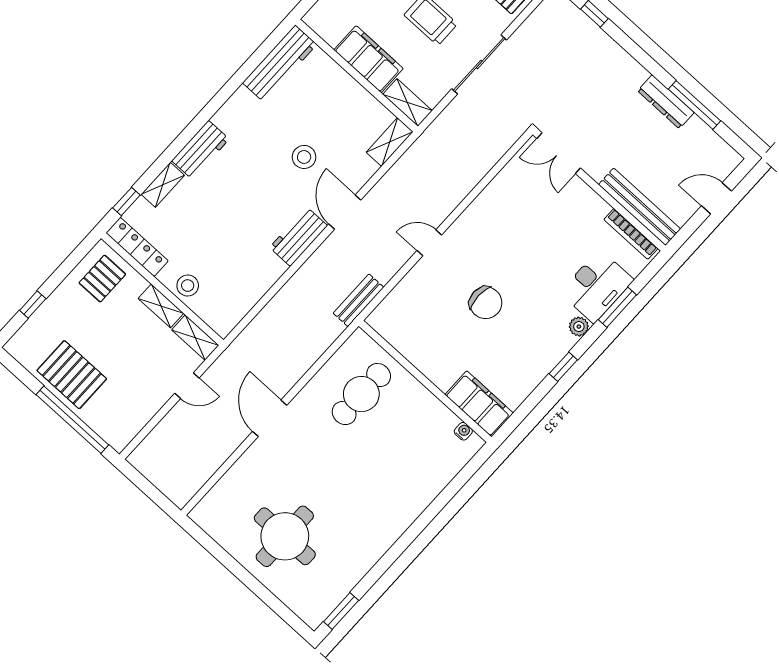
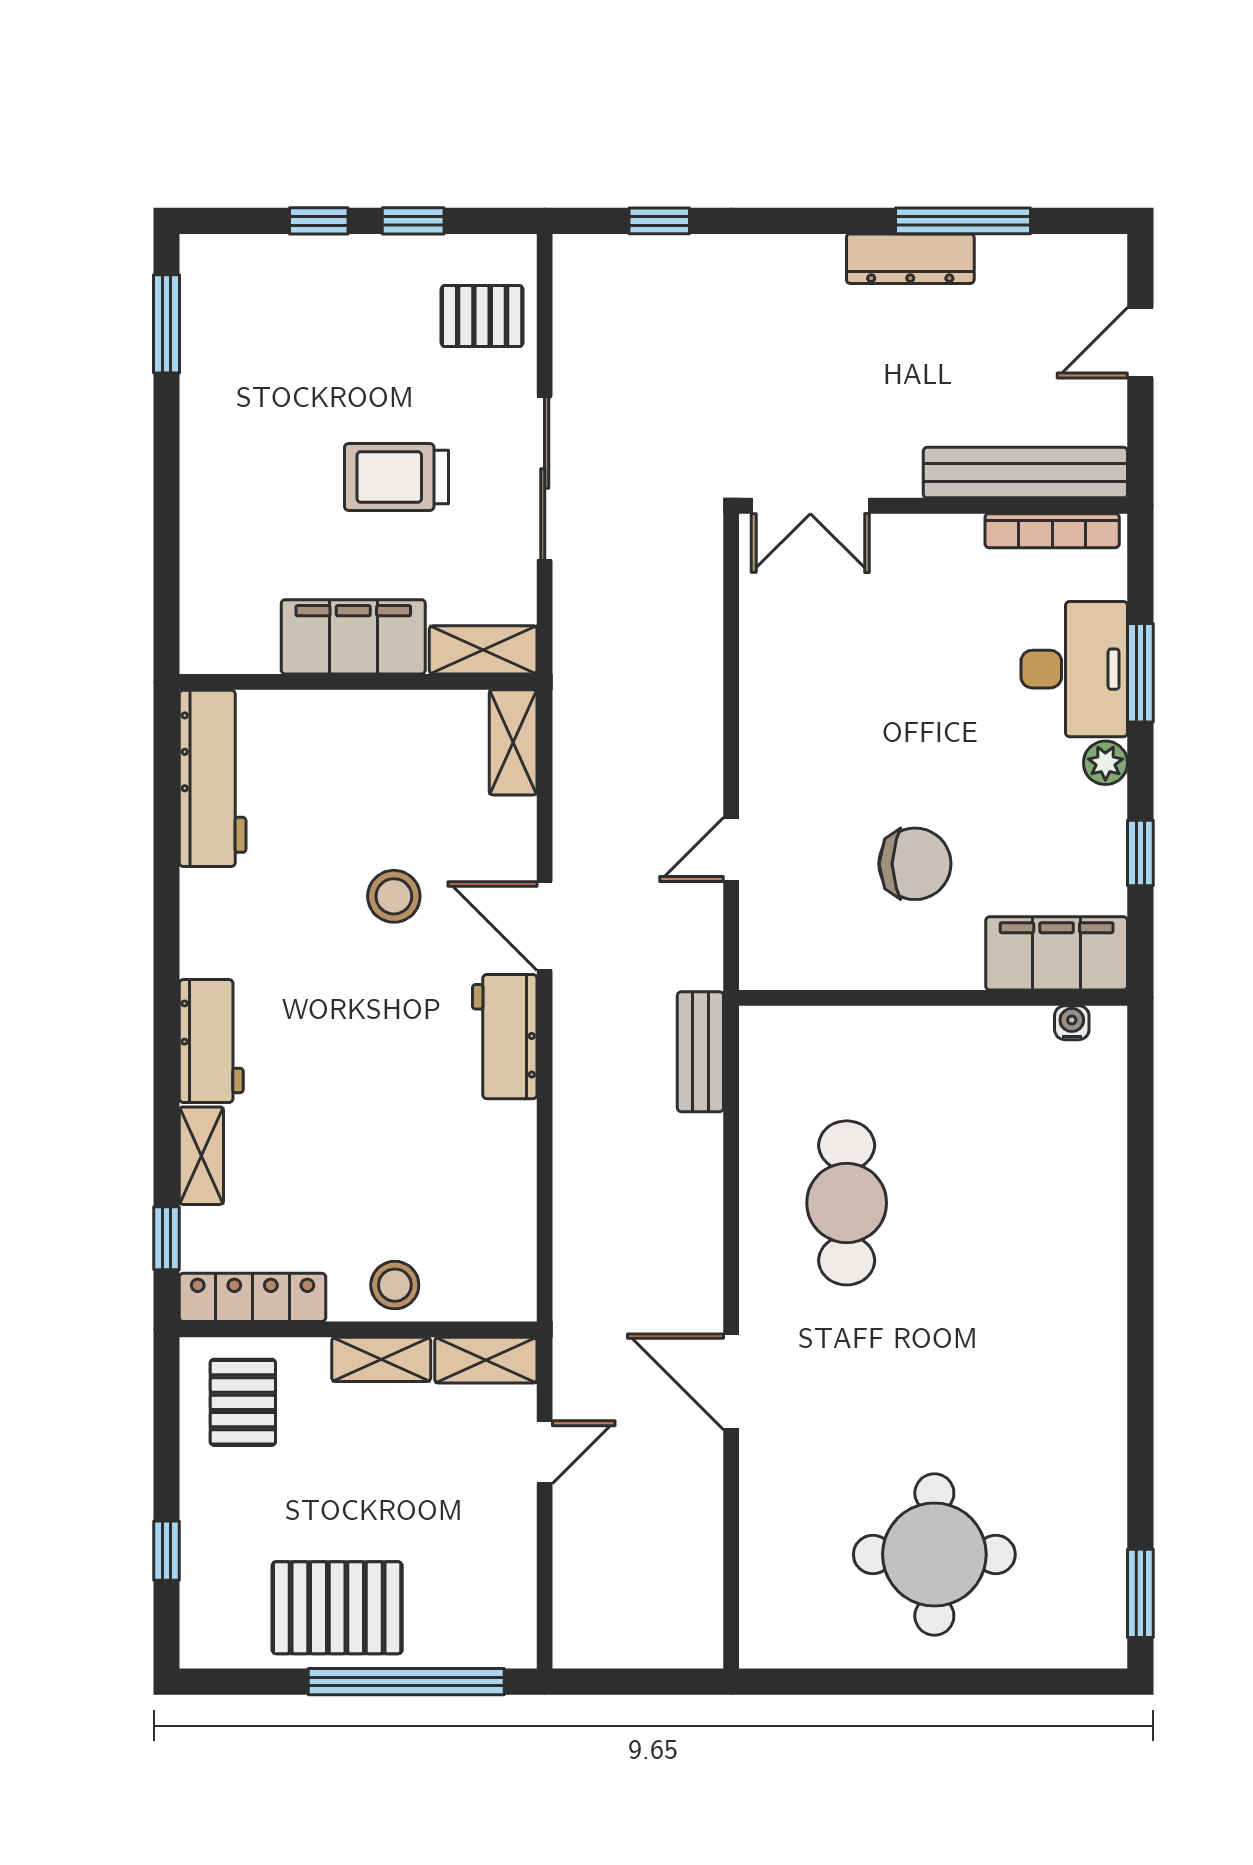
wall: (425, 381) -> (933, 998), moved
filing cabinet: (479, 404) -> (1057, 953), moved
water cooler: (463, 431) -> (1072, 1023), moved

